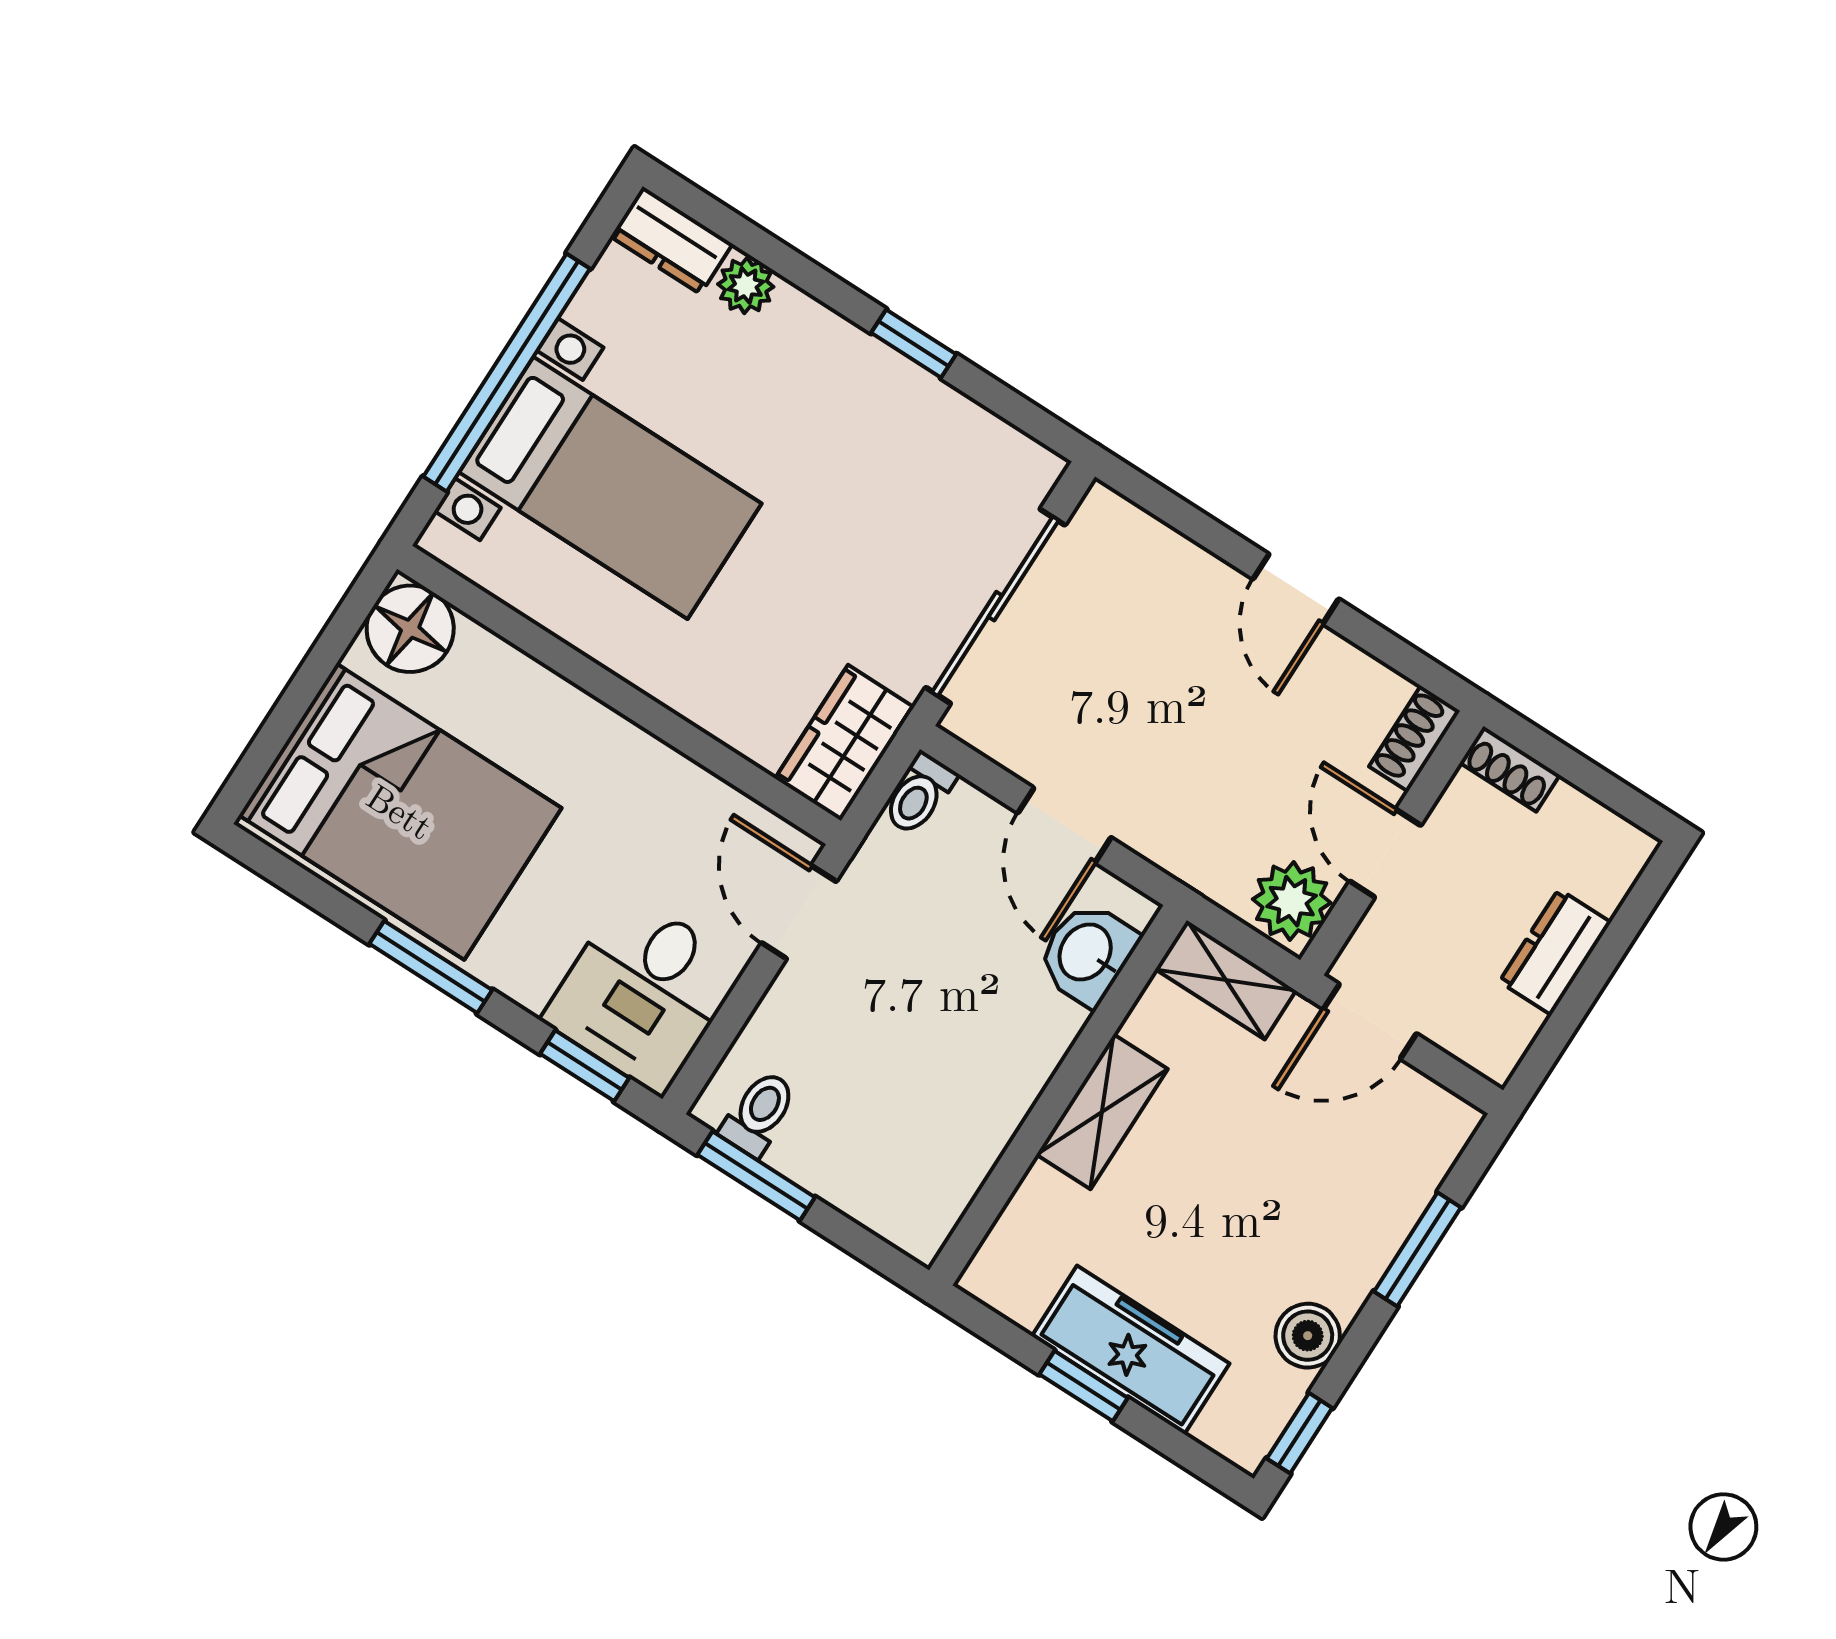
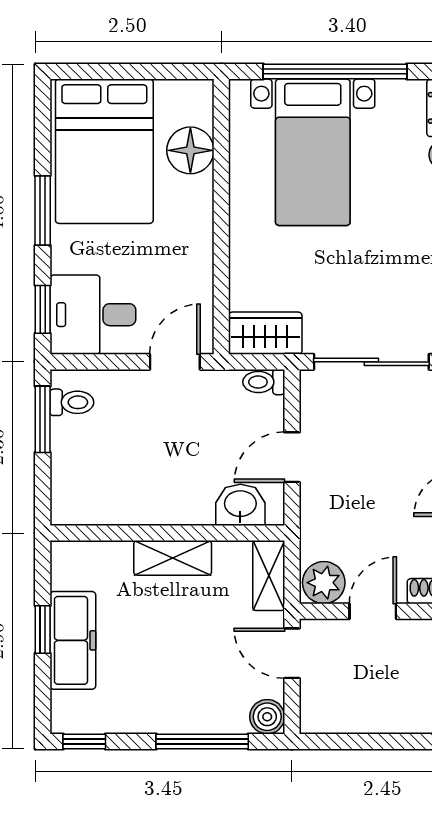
floor lamp: (410, 629) -> (190, 150), moved
dresser: (1555, 952) -> (378, 717), removed
window: (1417, 1249) -> (202, 741), width x1.44
boiler: (1308, 1336) -> (267, 717), moved

